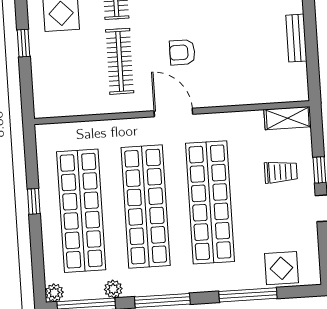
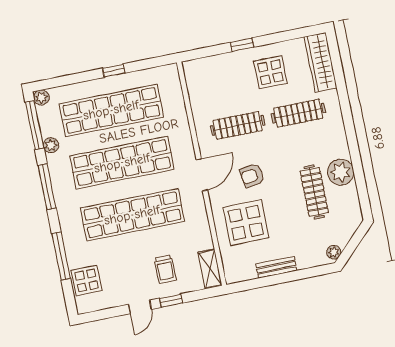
armchair: (182, 52) -> (252, 176), turned -100
display table: (238, 67) -> (246, 223), added

